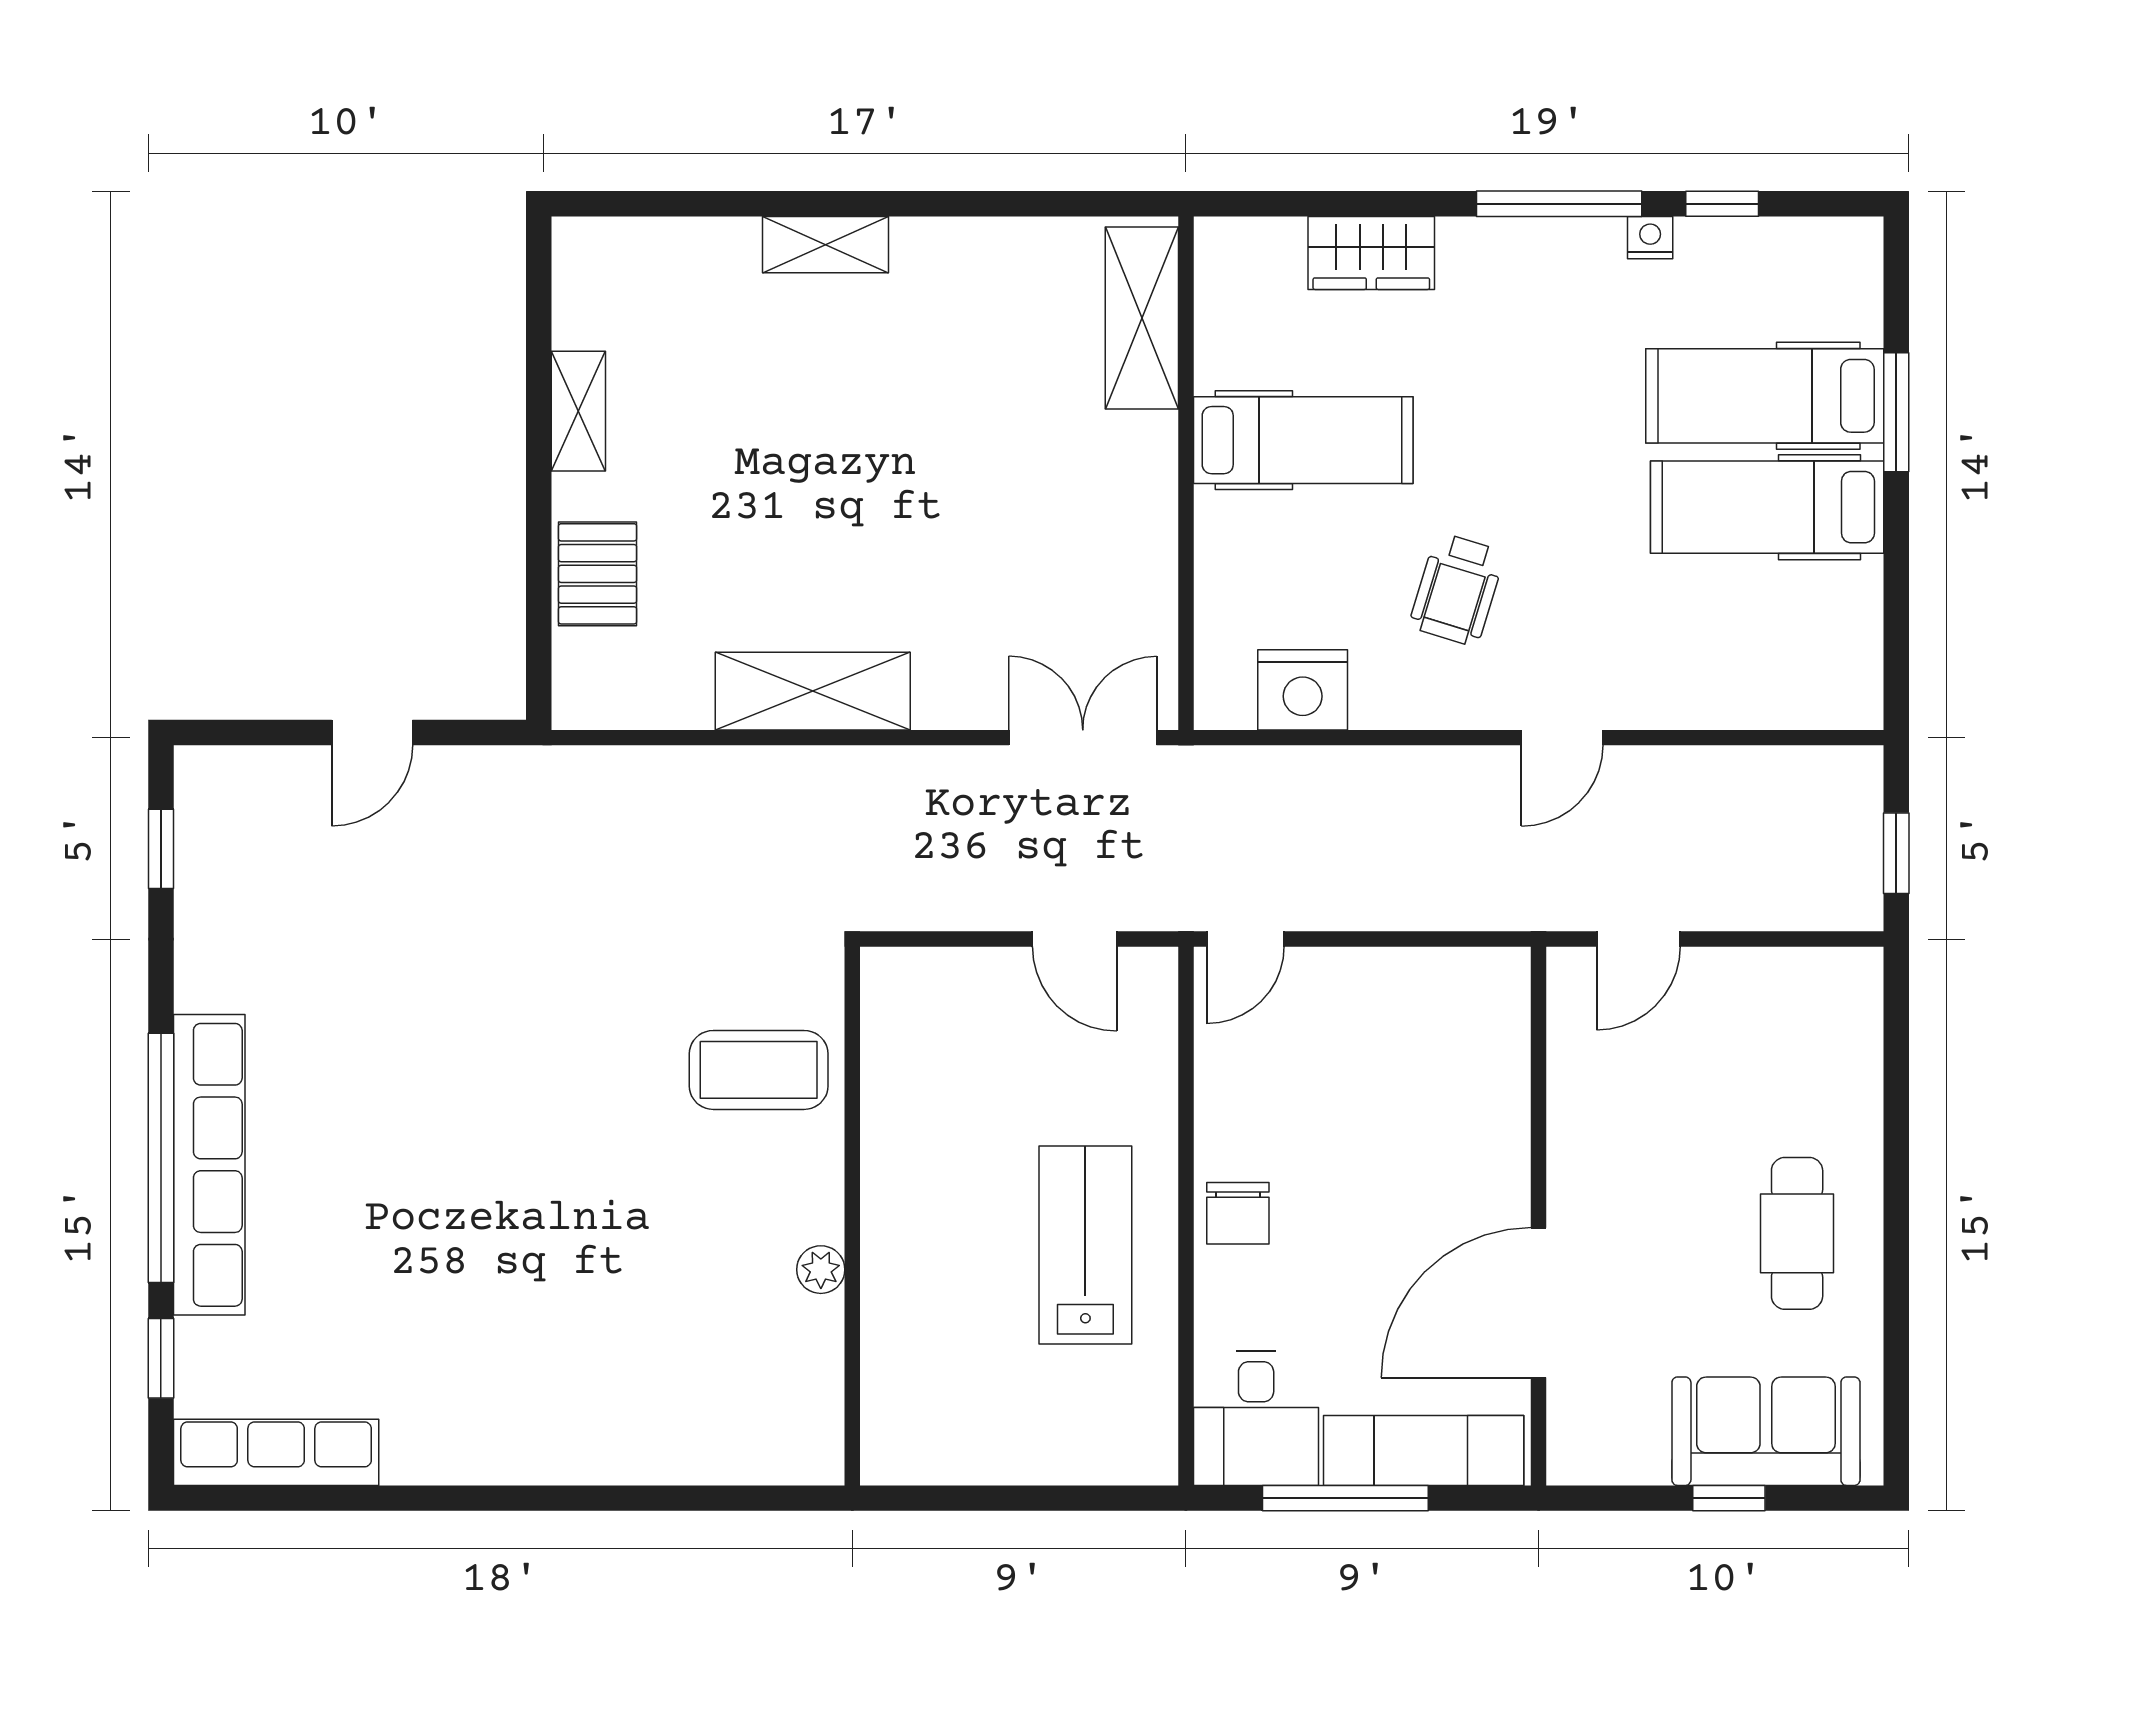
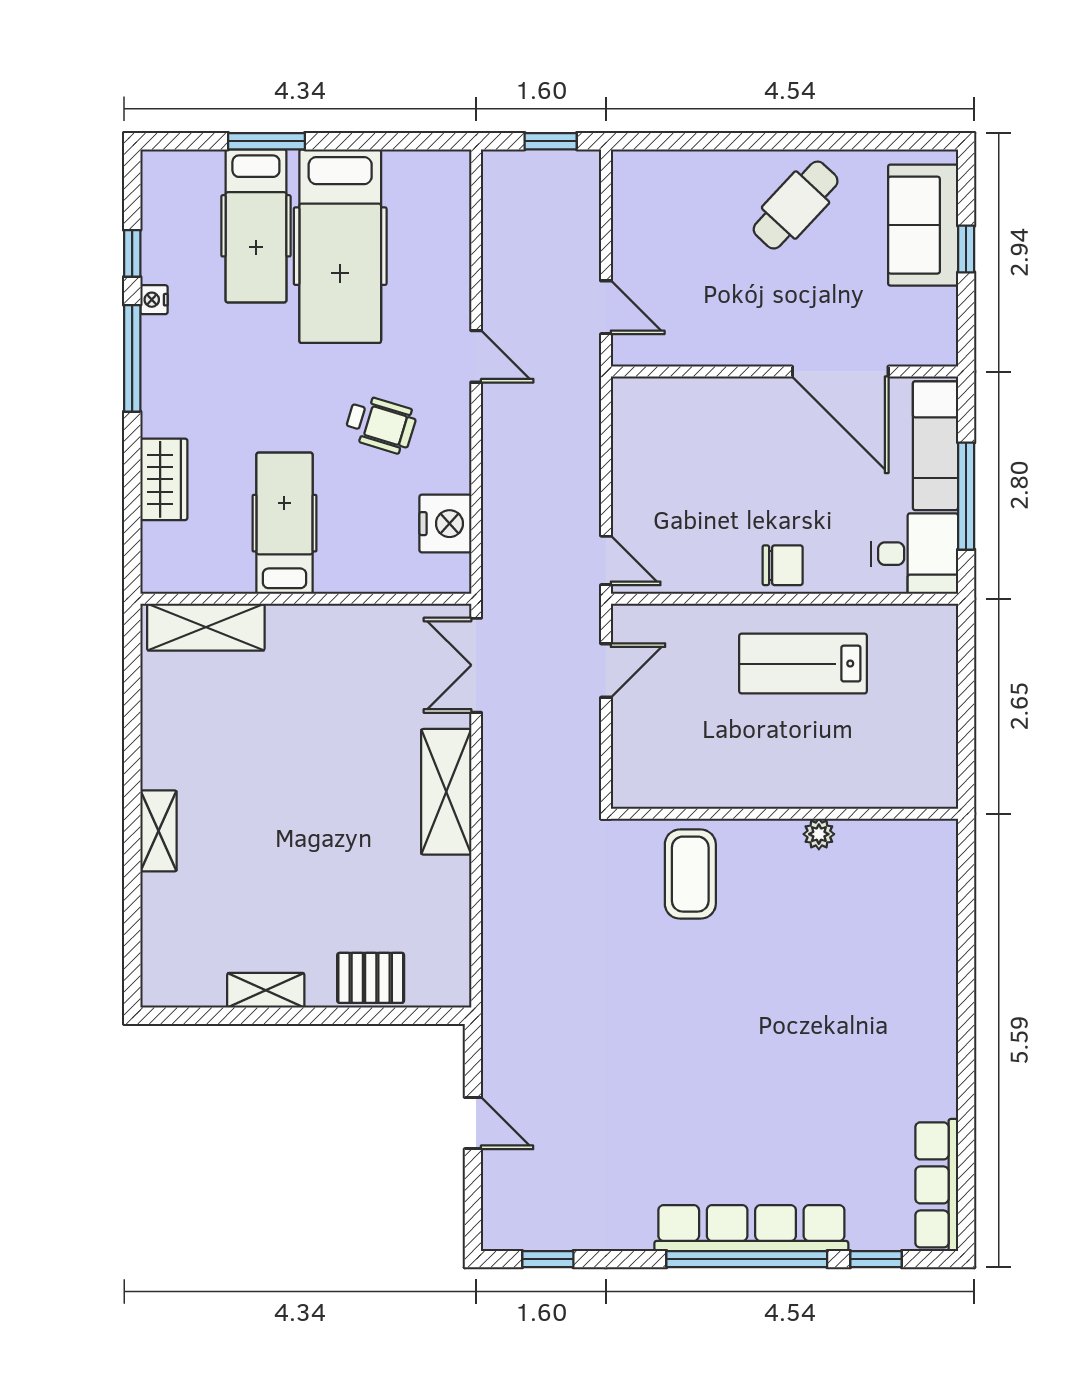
hospital bed: (1767, 507) -> (340, 246), width x1.37, depth x1.29
shelving: (813, 691) -> (446, 792), moved
cafe table: (1797, 1233) -> (796, 205), turned -47

